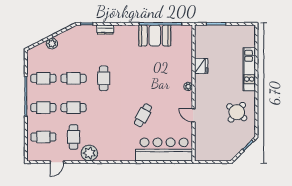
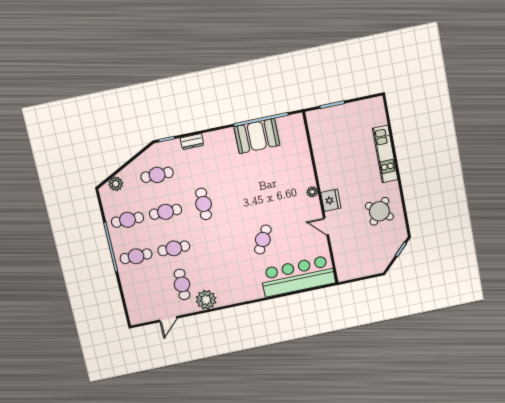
plant: (52, 44) -> (116, 184), moved
fridge: (201, 66) -> (331, 200), moved
cafe table: (43, 137) -> (157, 175), moved

